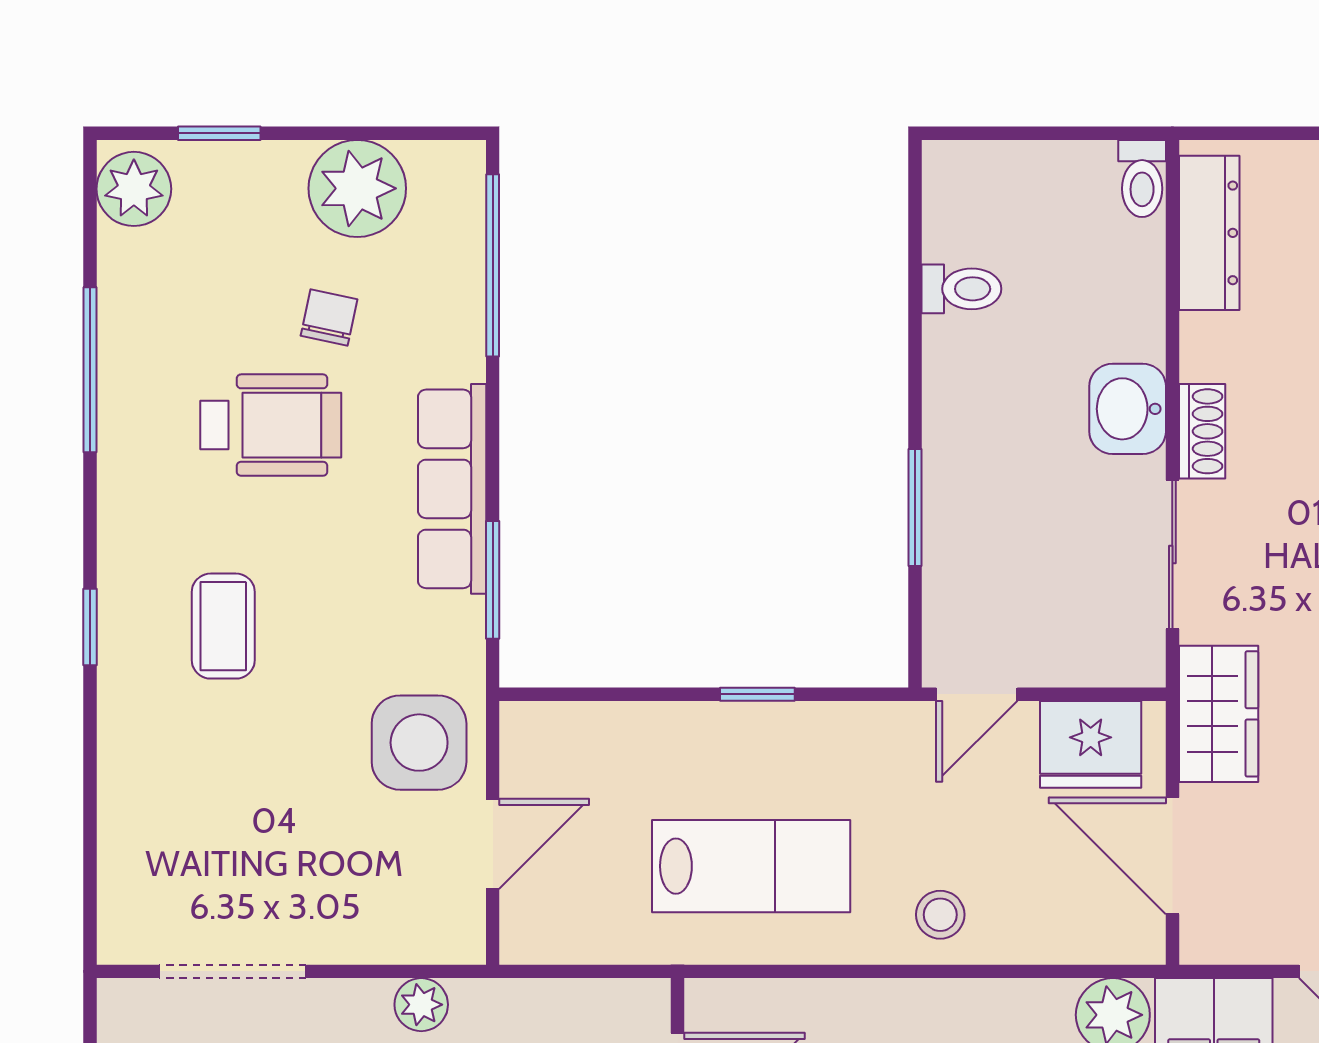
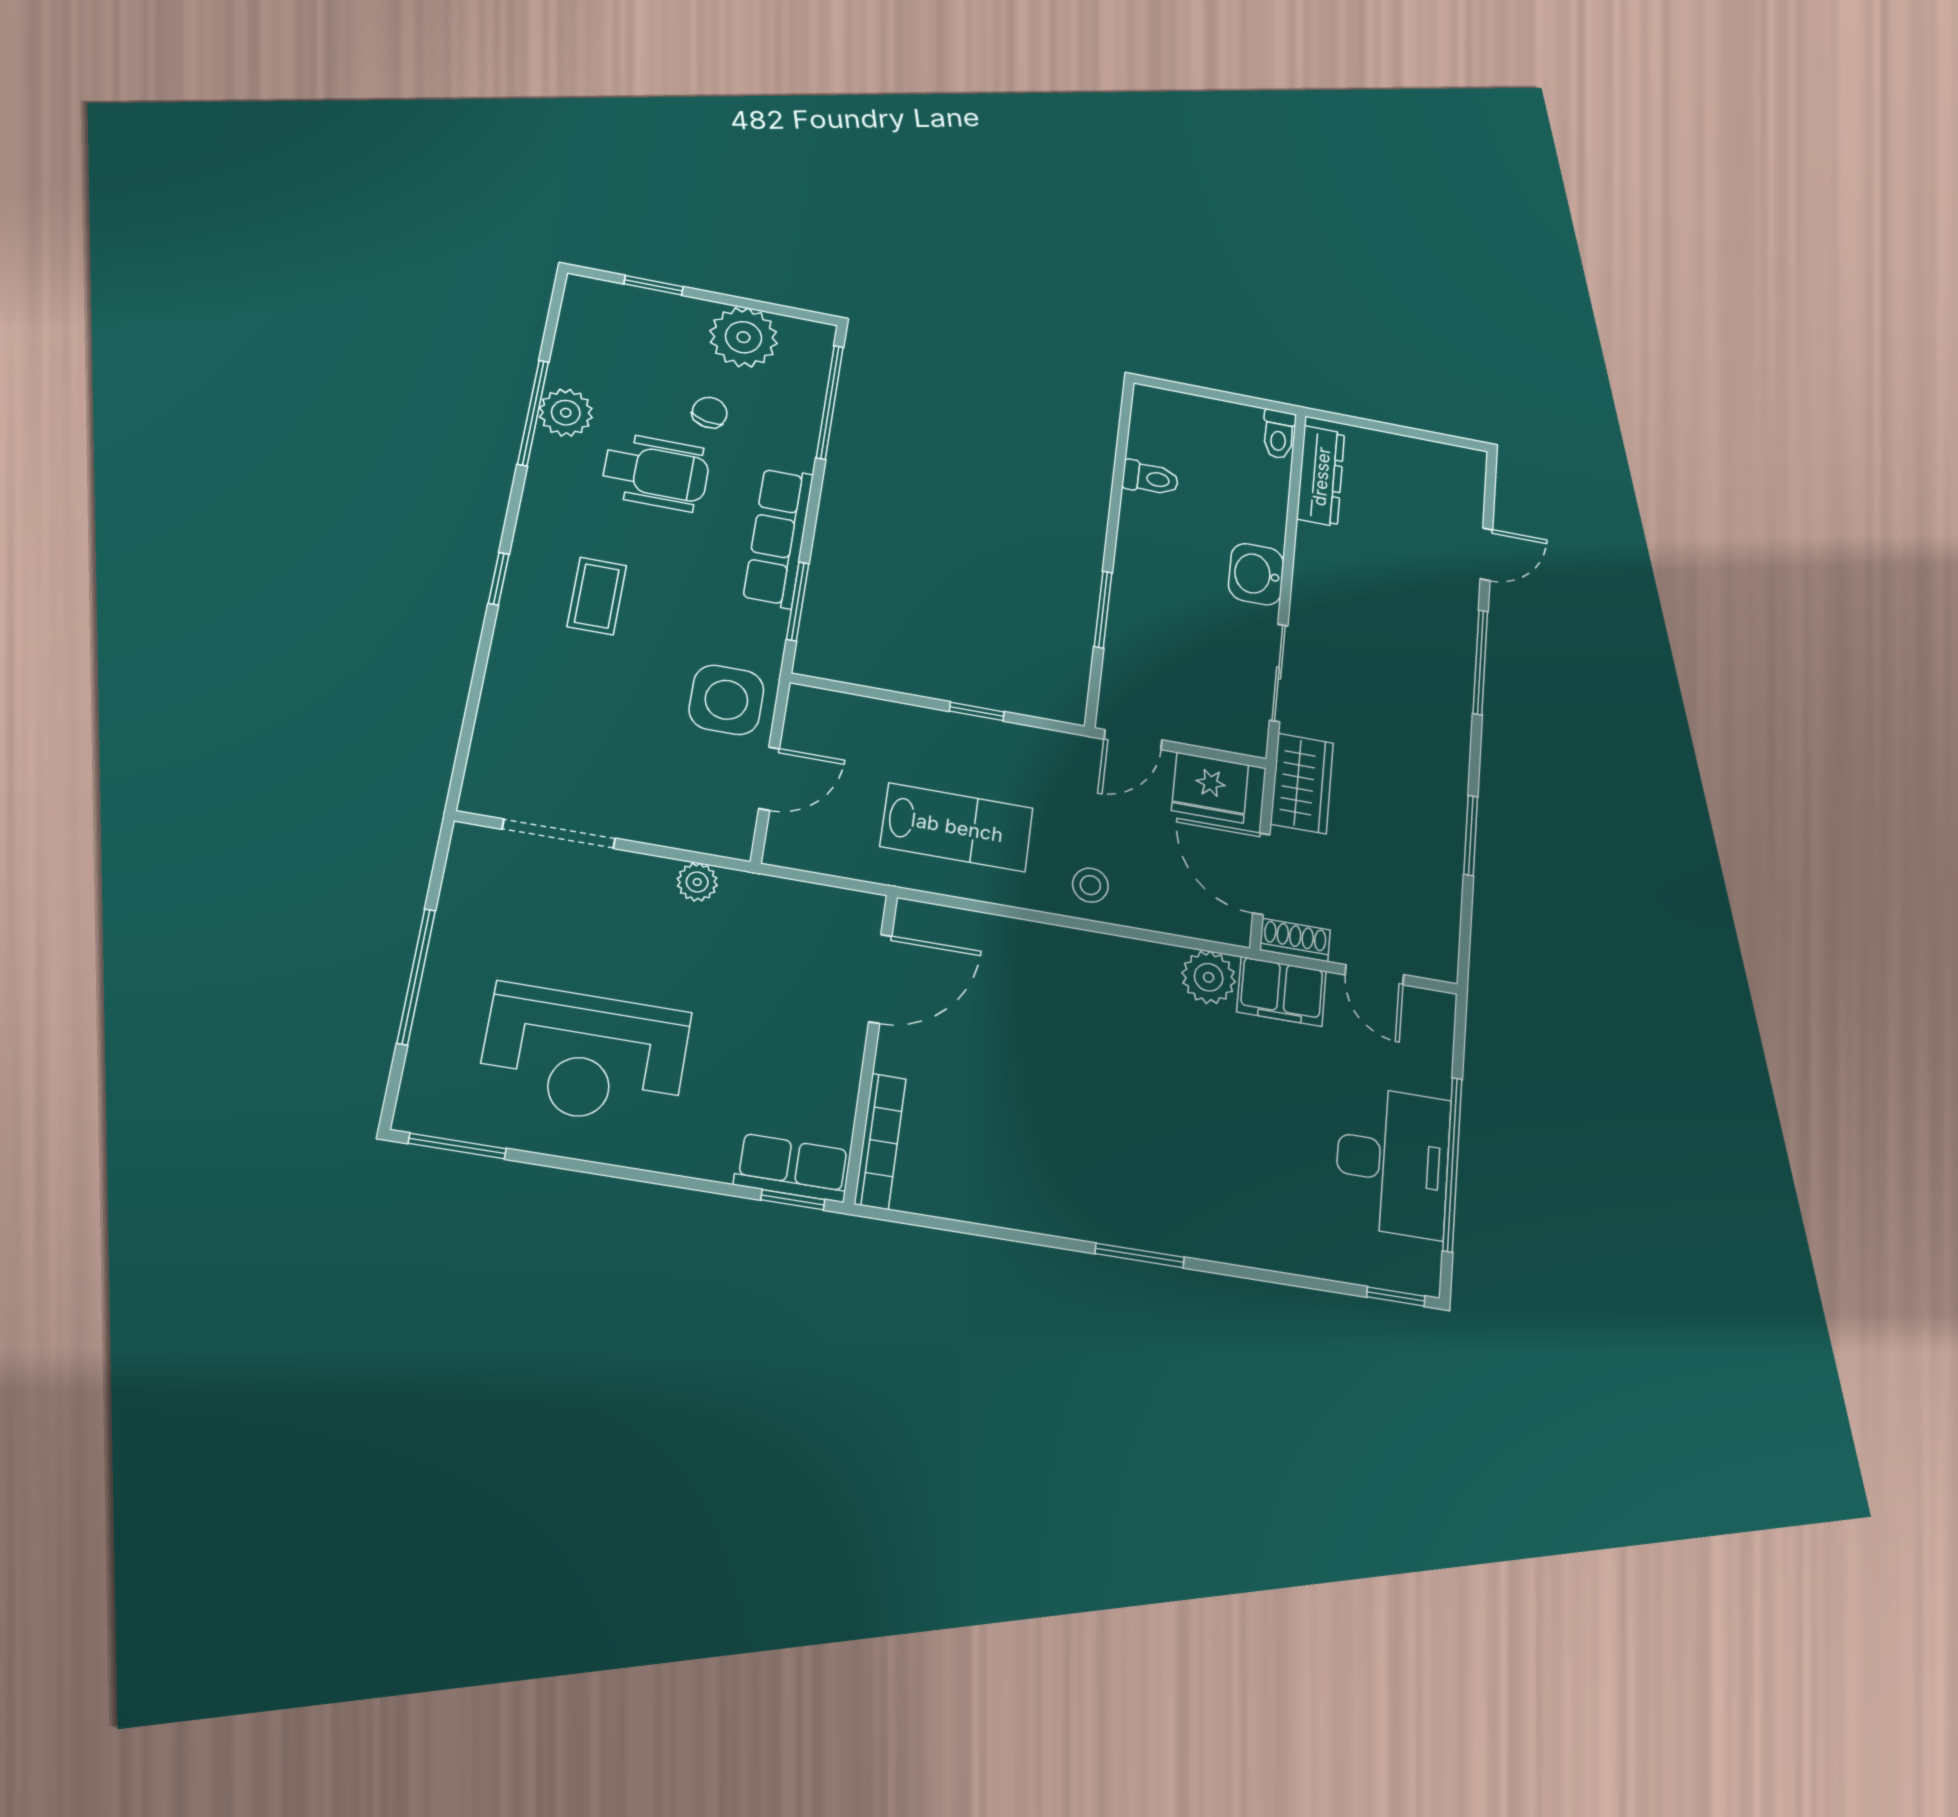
plant: (134, 189) -> (566, 413), moved
shoe rack: (1202, 431) -> (1295, 940), moved, turned -90

